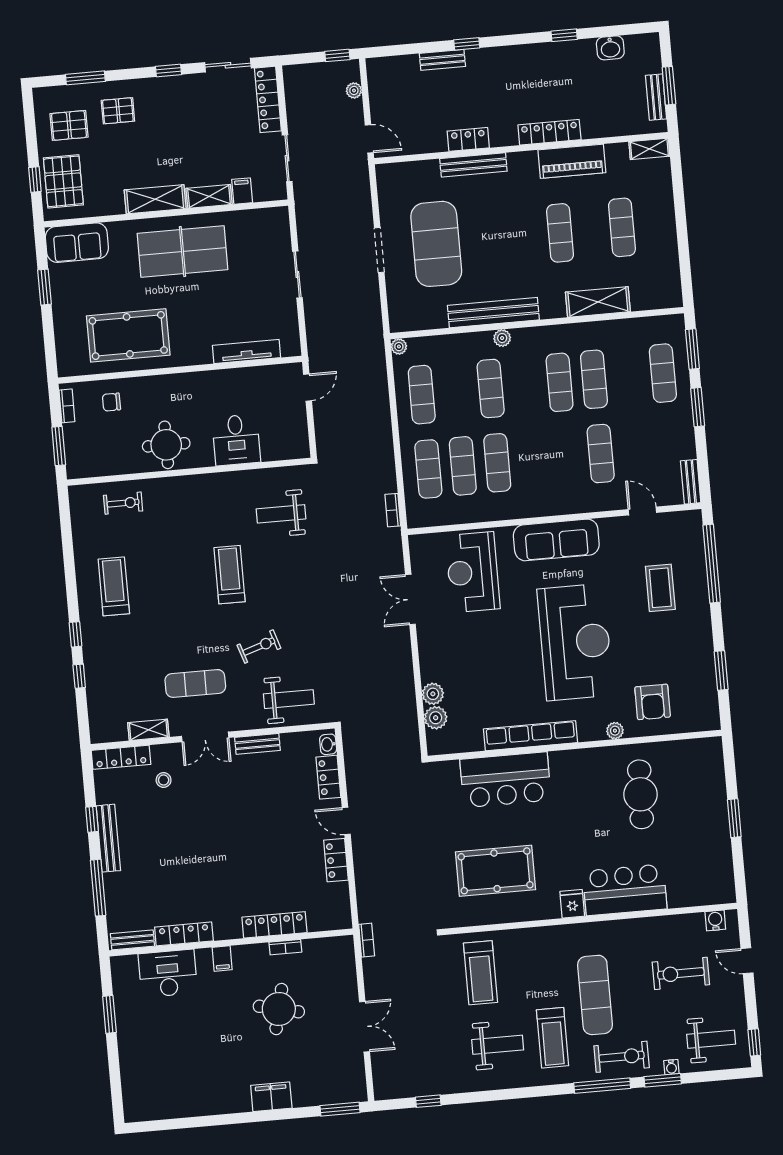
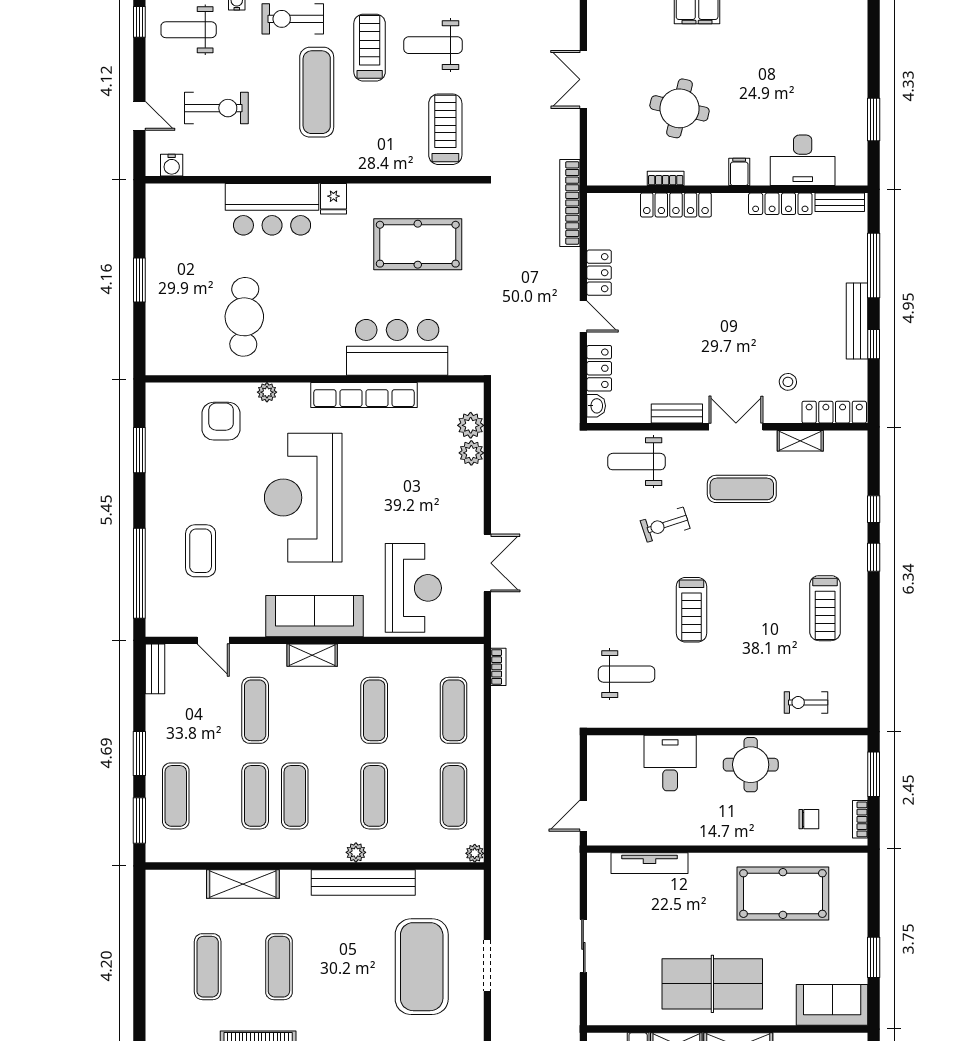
exercise mat: (463, 466) -> (414, 710), removed
shelving: (555, 506) -> (312, 655), added
bookcase: (367, 940) -> (570, 203), width x2.31, depth x1.31

